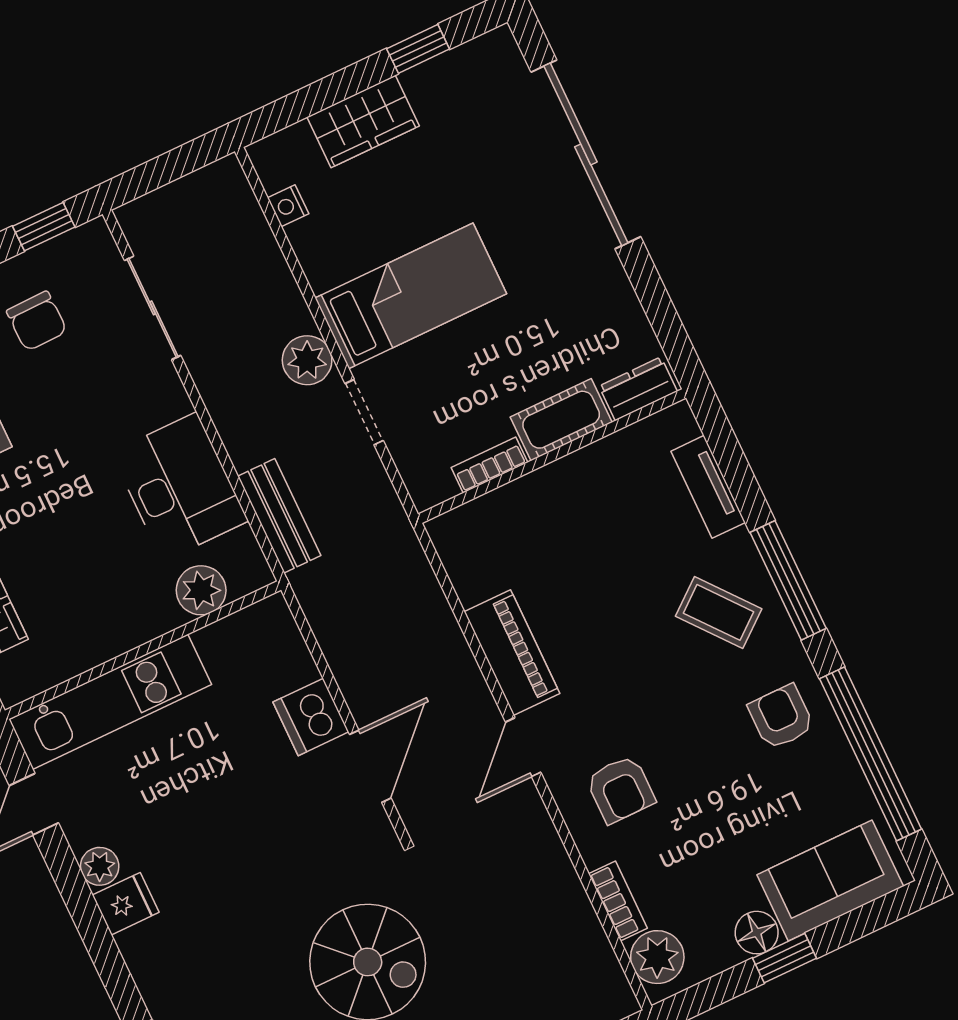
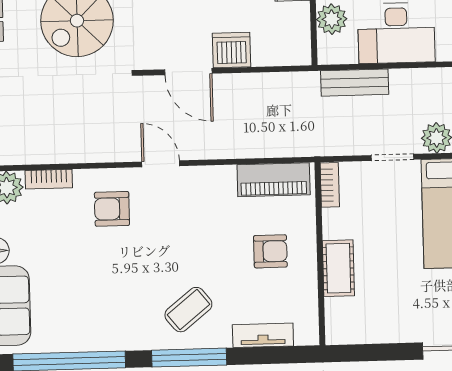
dresser: (638, 389) -> (337, 320), removed
bookcase: (489, 465) -> (330, 185), moved
piano: (512, 653) -> (274, 180), moved
armchair: (781, 717) -> (270, 251), moved

